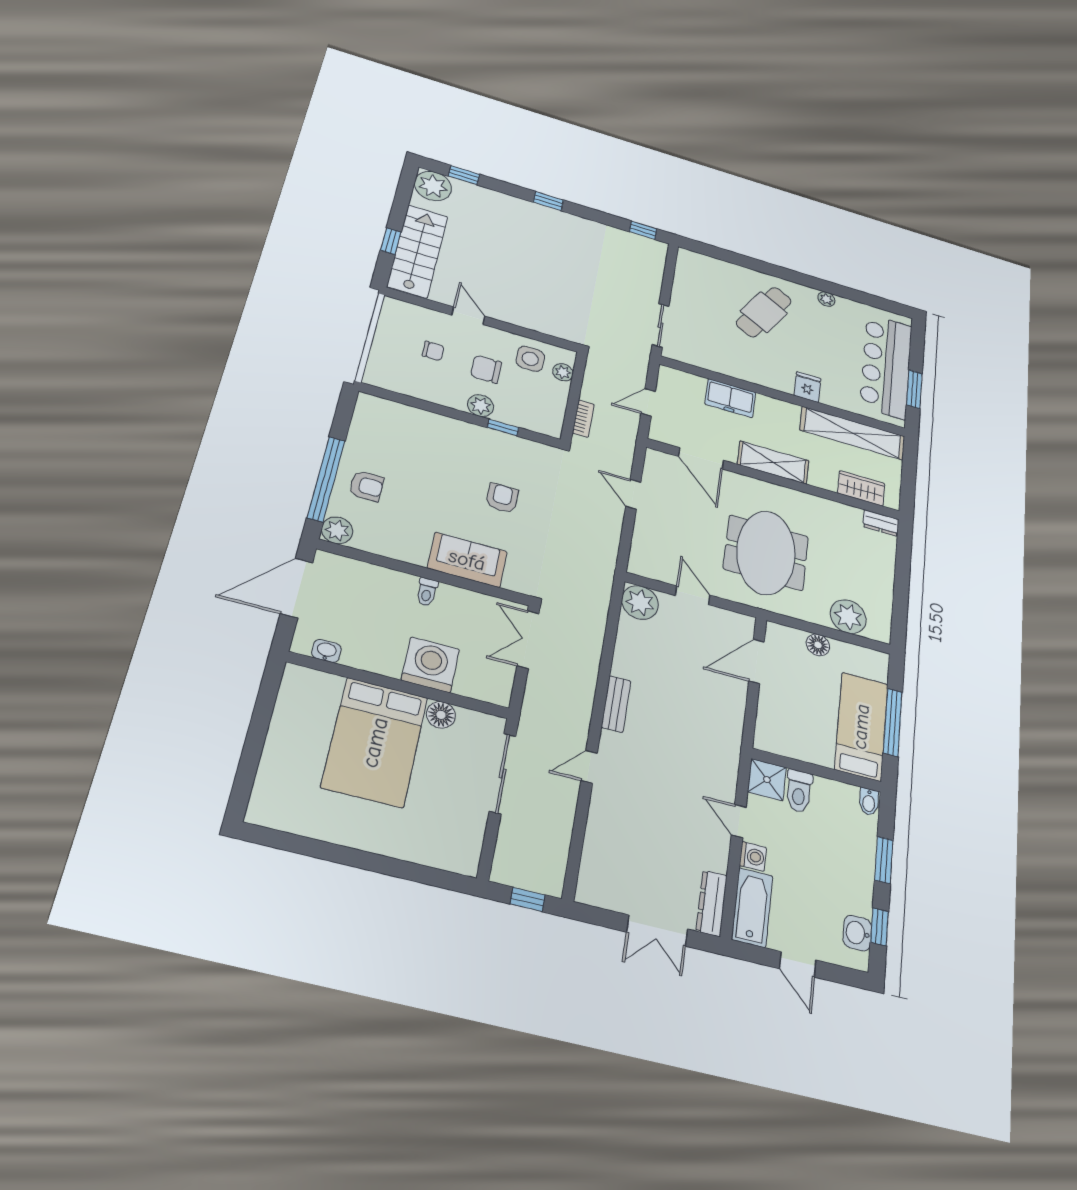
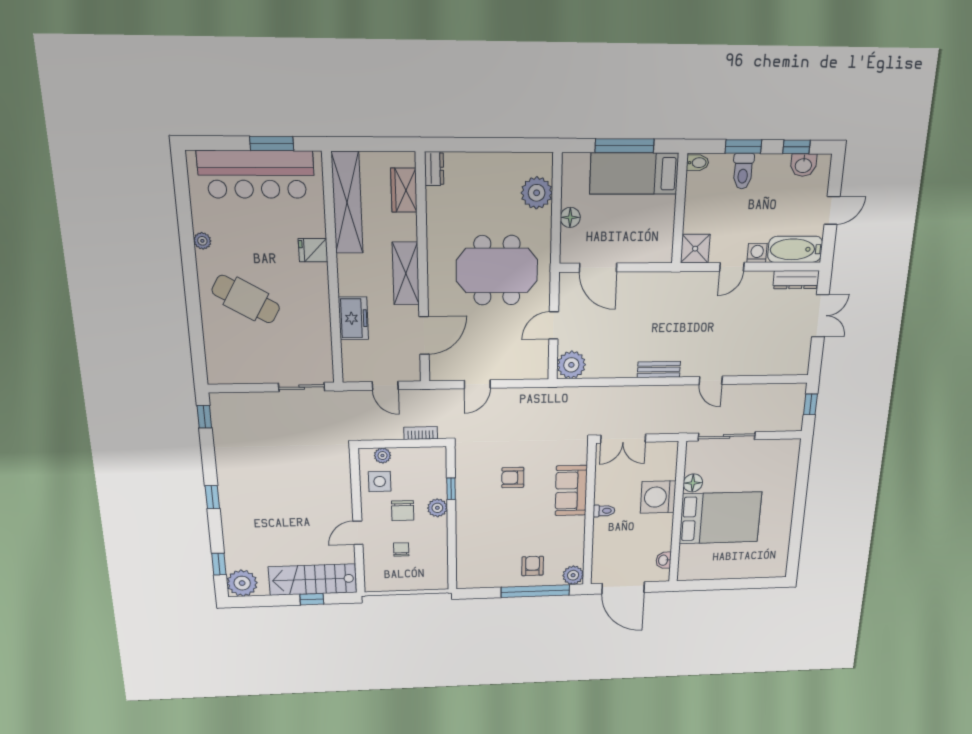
toilet: (799, 791) -> (743, 171), moved, turned 90

